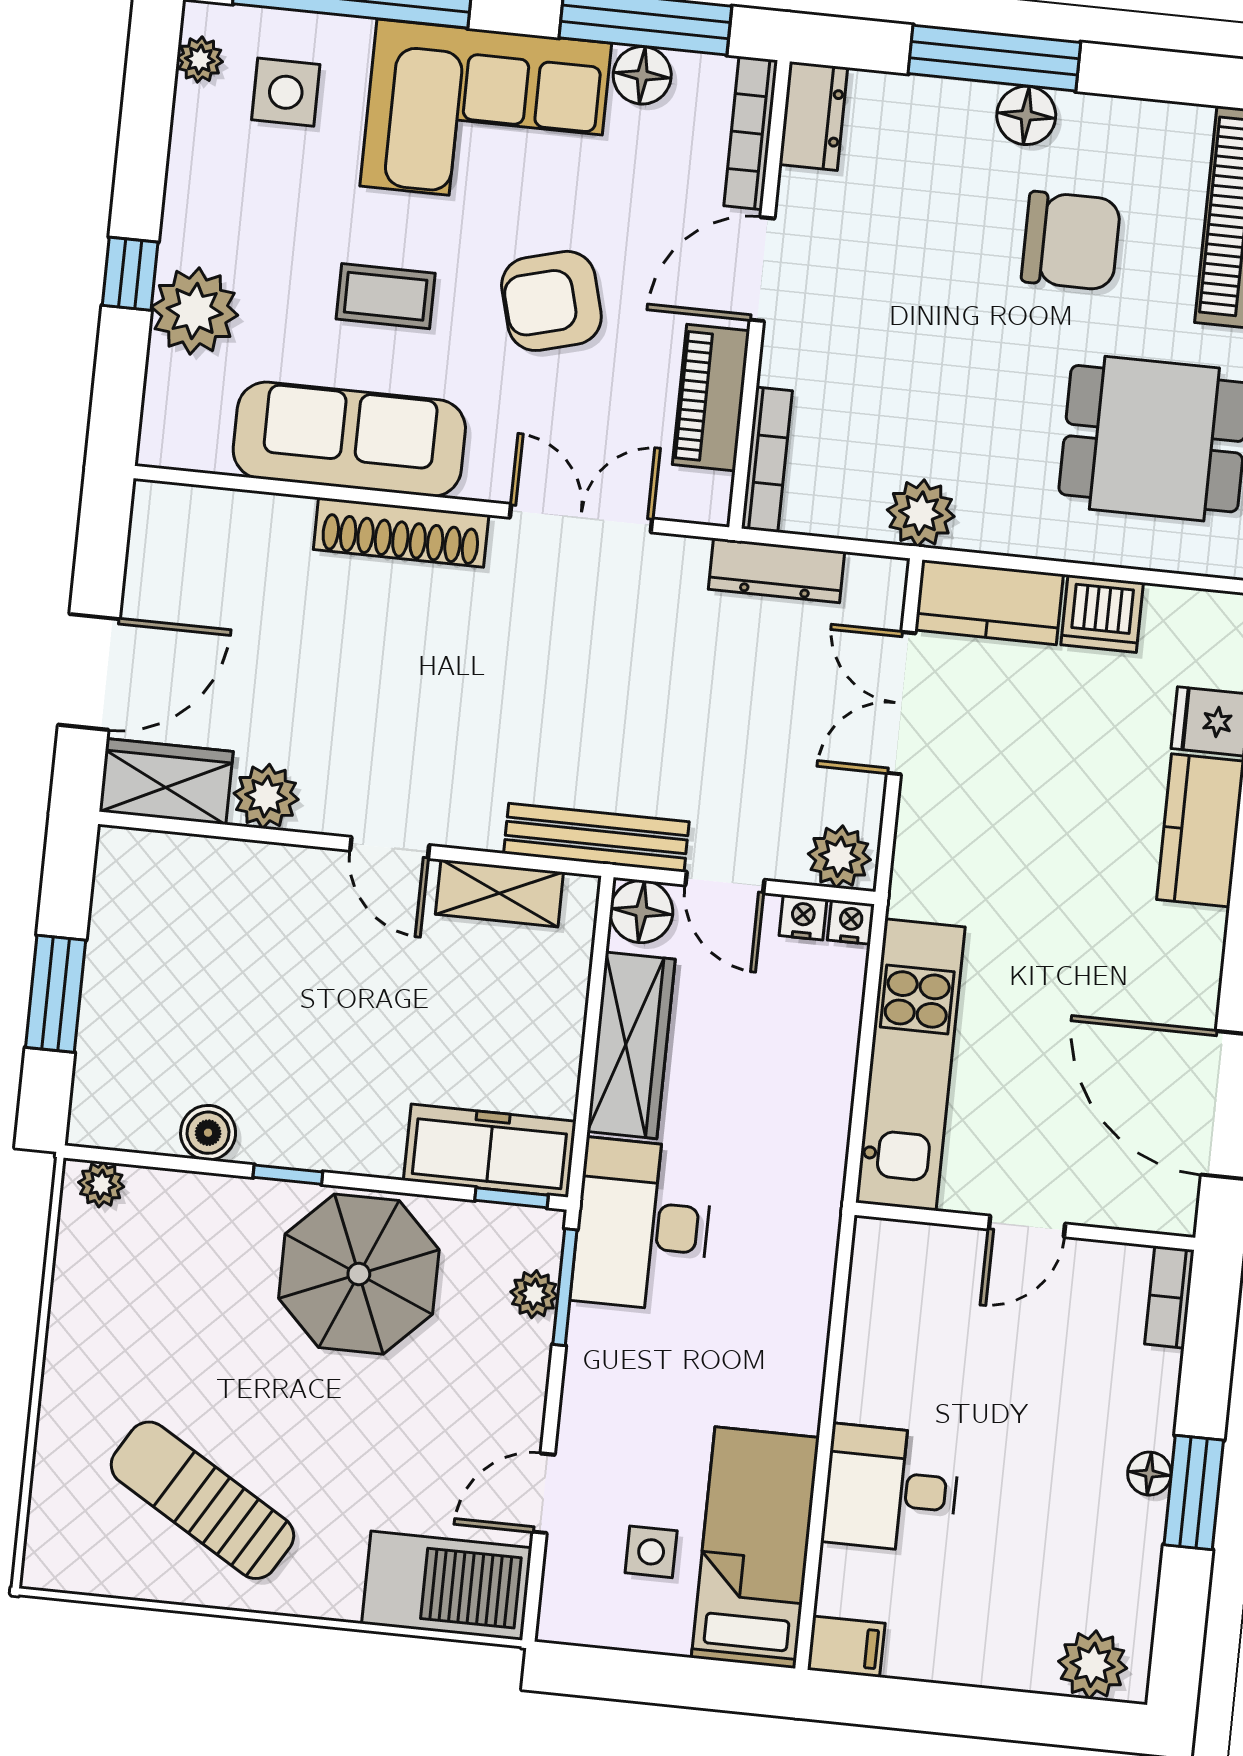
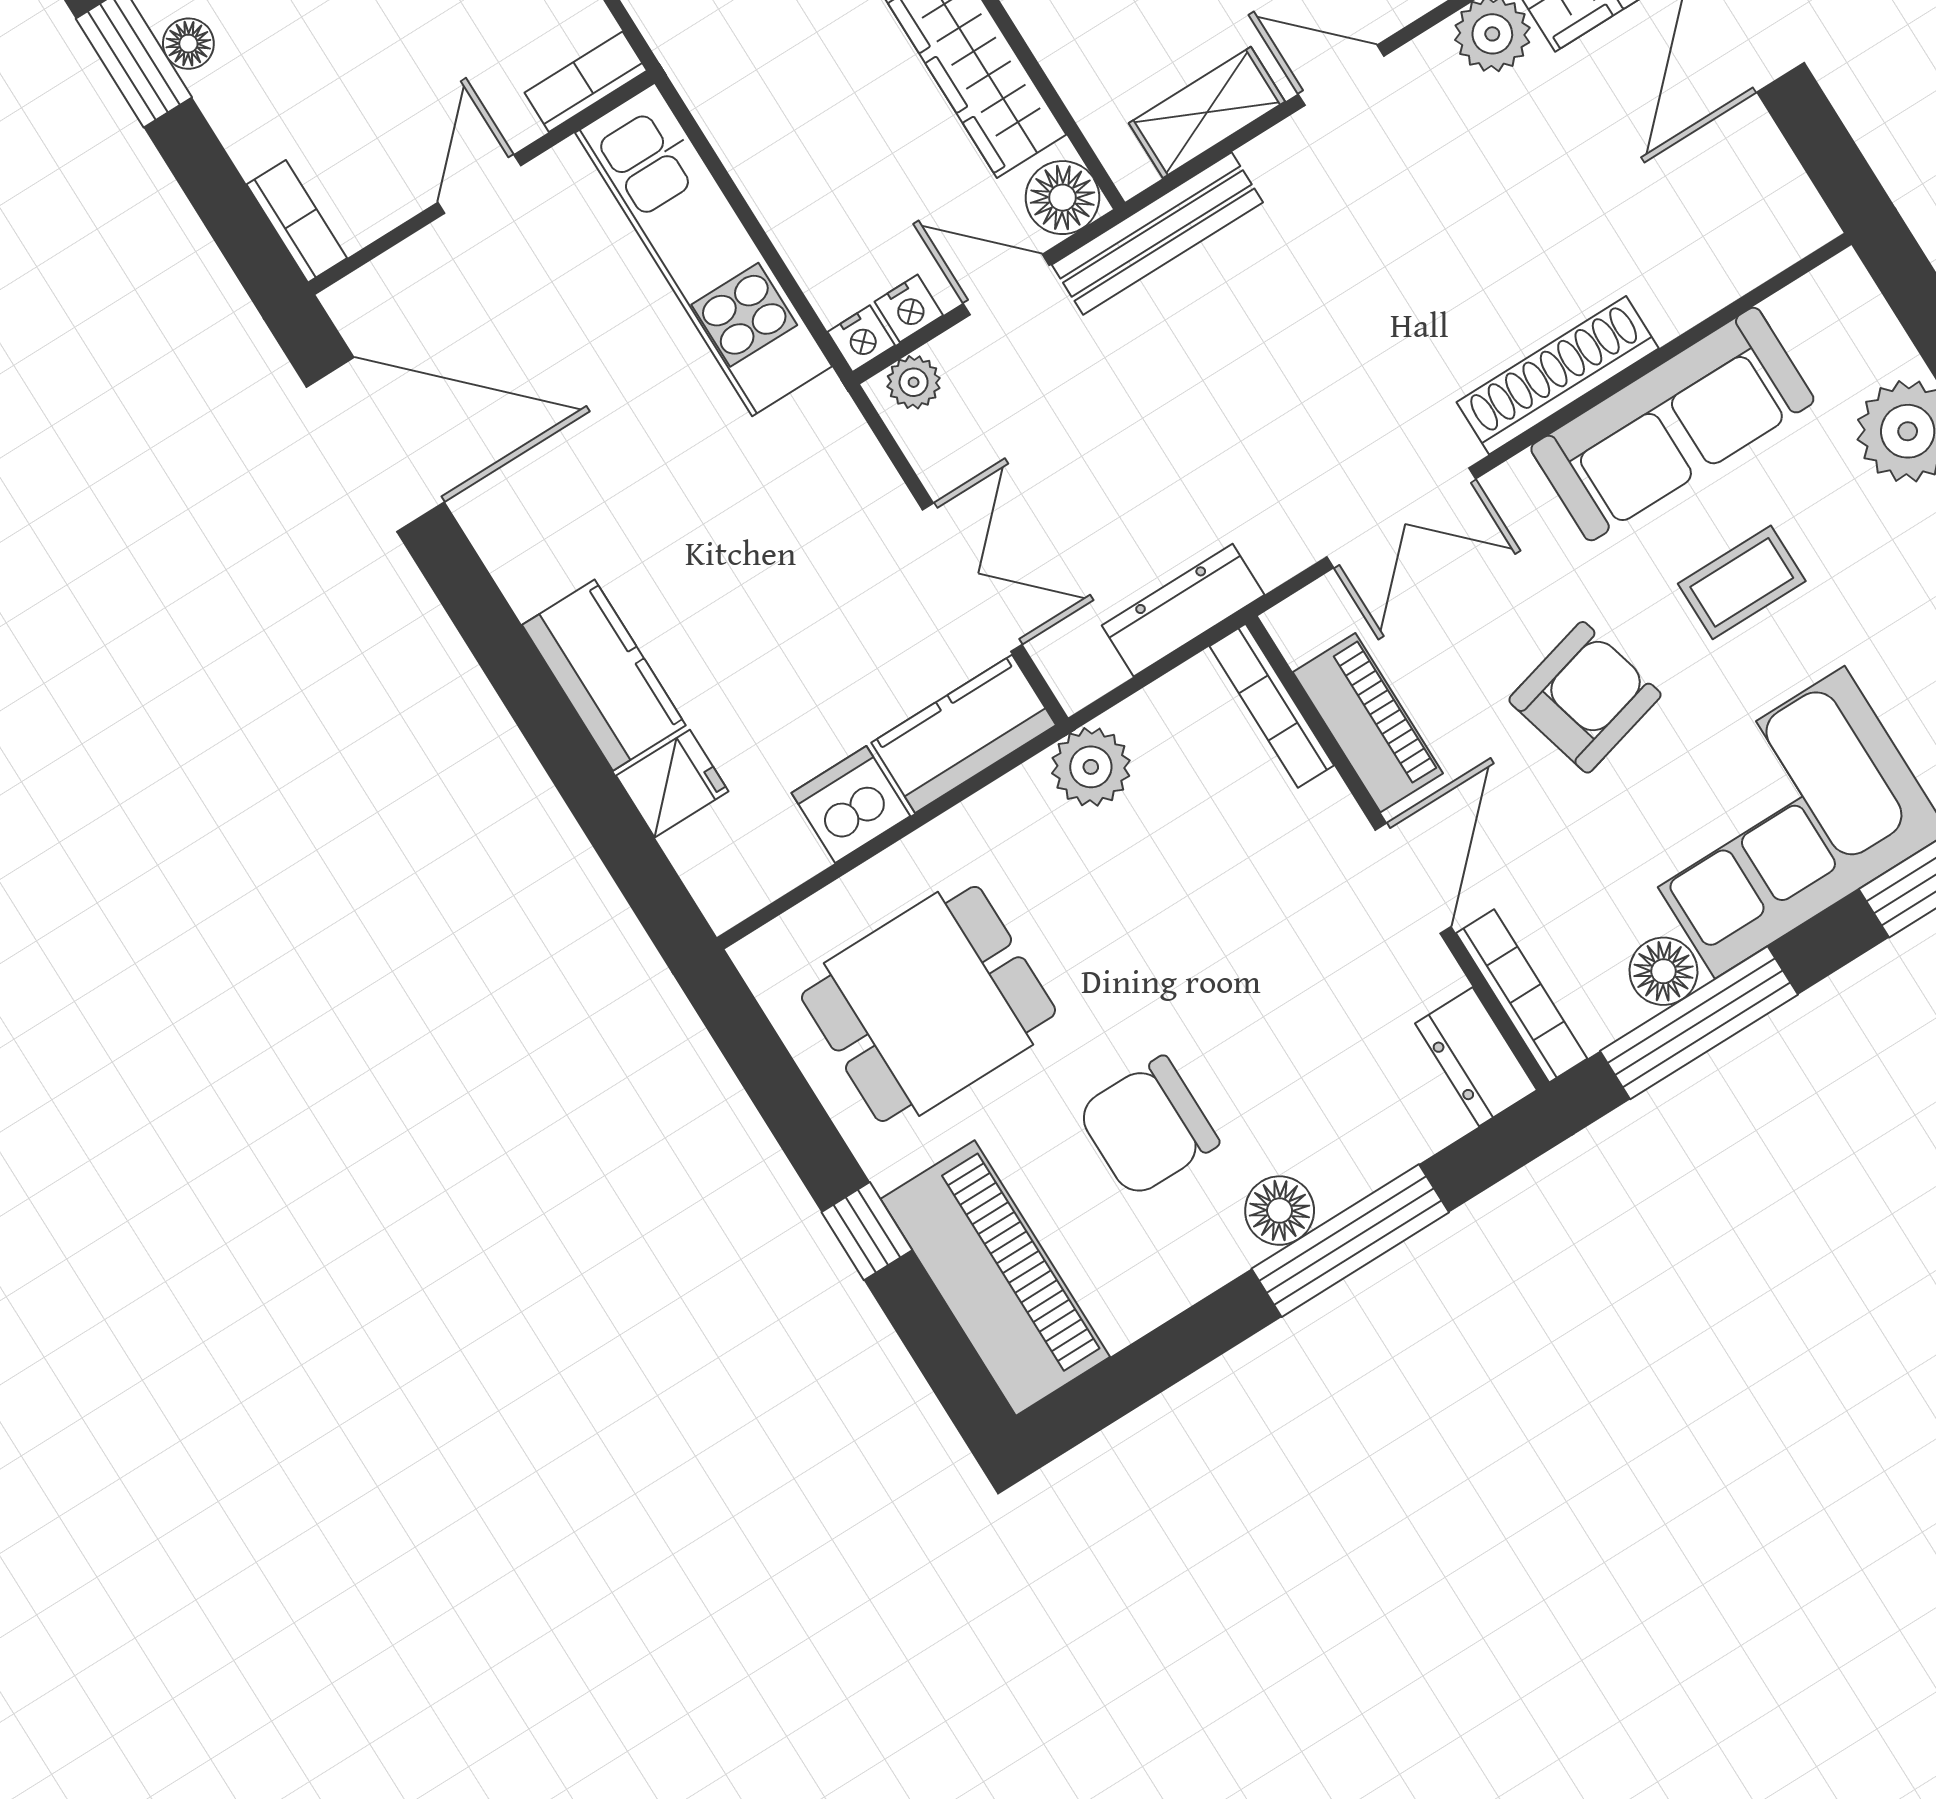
plant: (839, 857) -> (914, 382), width x0.73, depth x0.73
bookcase: (902, 1240) -> (586, 82), added

